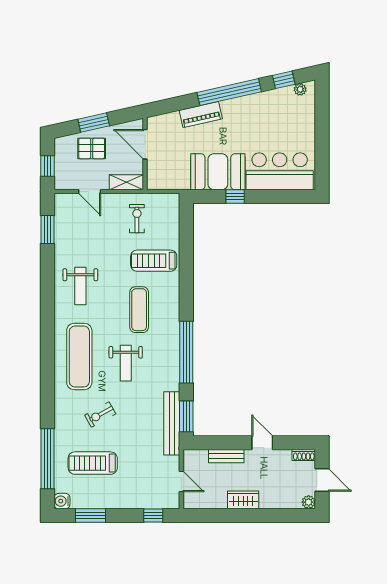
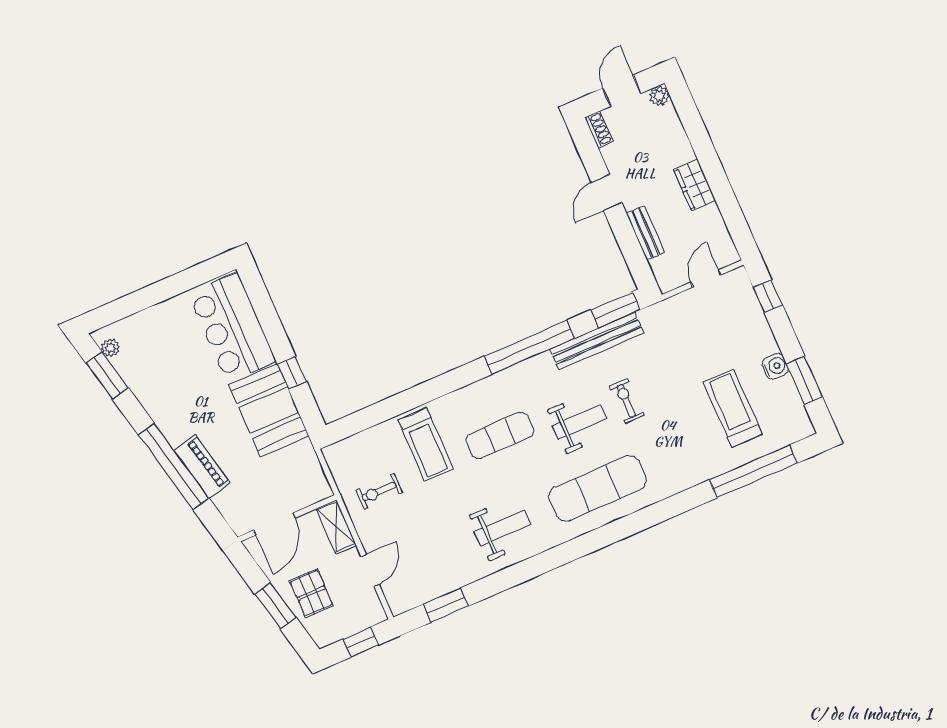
window: (284, 80) -> (107, 375), width x1.50
window: (229, 92) -> (174, 467), moved
exercise bike: (100, 414) -> (626, 401), moved, turned -151
bench: (172, 423) -> (597, 341), moved
treadmill: (93, 463) -> (733, 408), turned 180
water cooler: (62, 501) -> (775, 366), moved, turned -90

